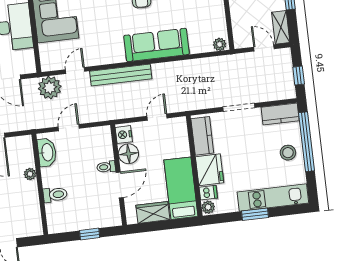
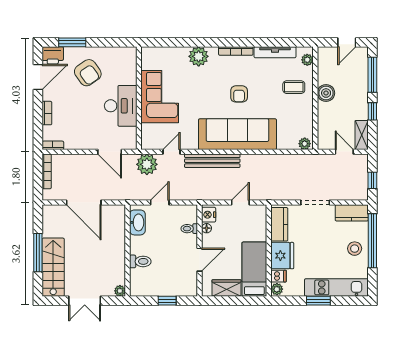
sofa: (156, 45) -> (237, 134), width x1.36, depth x1.27
floor lamp: (128, 154) -> (207, 228), width x0.53, depth x0.53
toilet: (106, 167) -> (189, 229), moved
plant: (30, 174) -> (120, 291), moved

